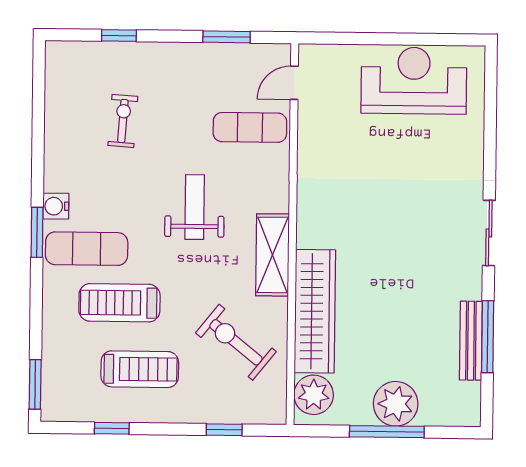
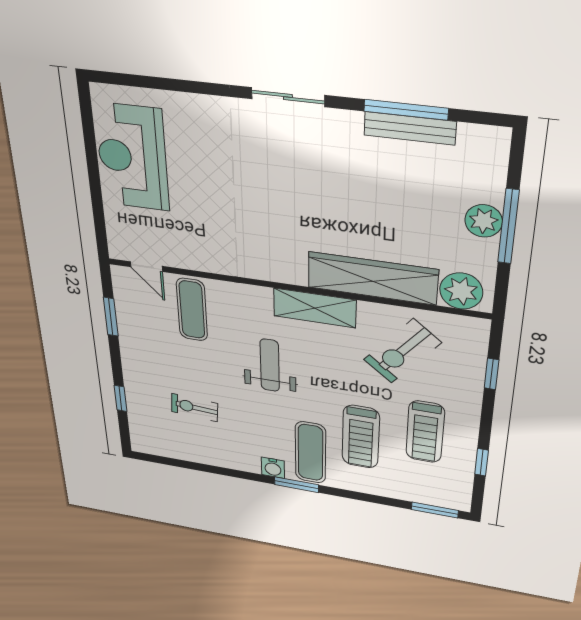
weight bench: (195, 207) -> (270, 365), turned 90
treadmill: (140, 369) -> (425, 432), turned 180
plant: (396, 404) -> (484, 221), width x0.73, depth x0.73

